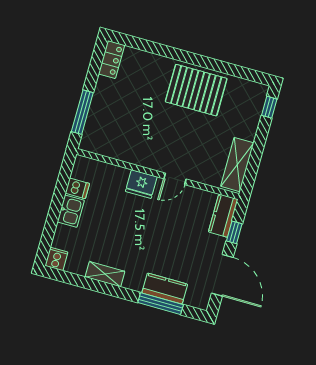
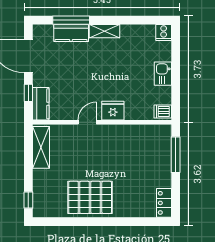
dishwasher: (77, 188) -> (163, 111), moved
shelving: (105, 274) -> (105, 31), moved

